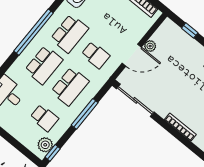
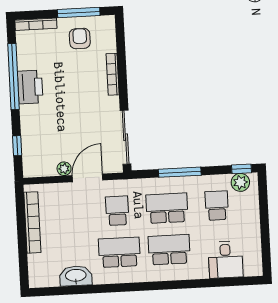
window: (34, 32) -> (148, 286), removed
door: (132, 55) -> (88, 178), hinge flipped

